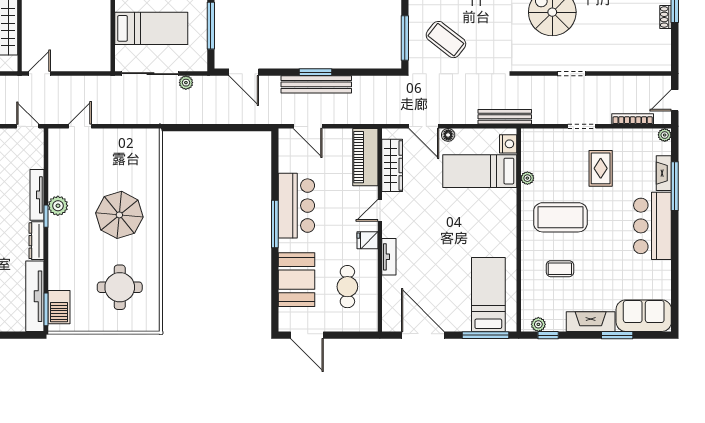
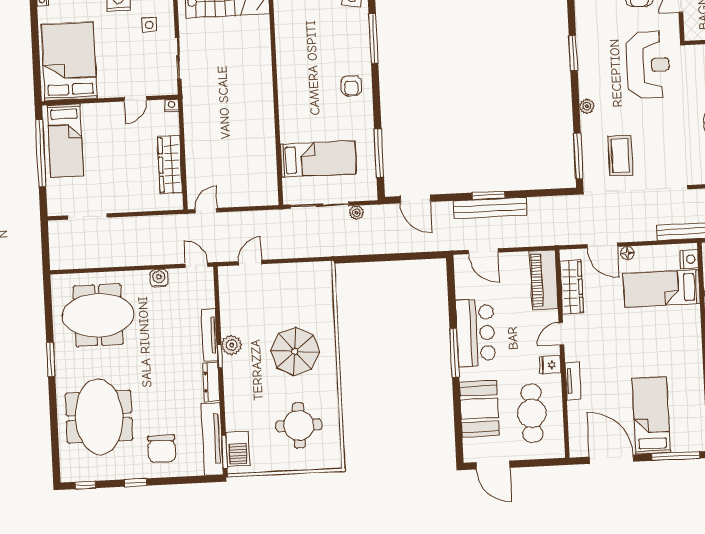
coffee table: (446, 40) -> (620, 156), turned 52
cafe table: (347, 287) -> (532, 413), width x1.37, depth x1.35
bed: (488, 294) -> (651, 416), moved

